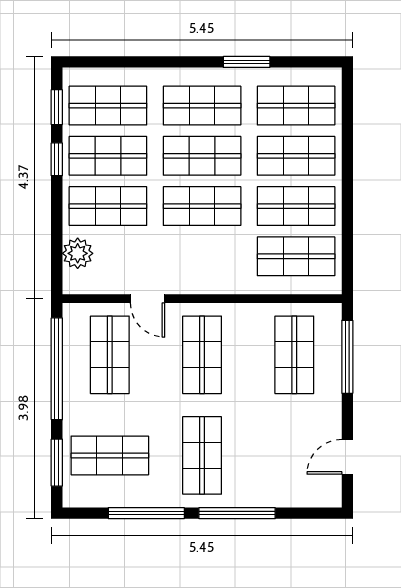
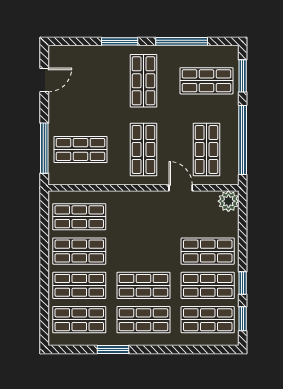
shop shelf: (202, 206) -> (143, 251), removed
plant: (78, 253) -> (228, 201), moved
shop shelf: (294, 355) -> (80, 149), turned 90
window: (237, 513) -> (120, 41), width x0.69

